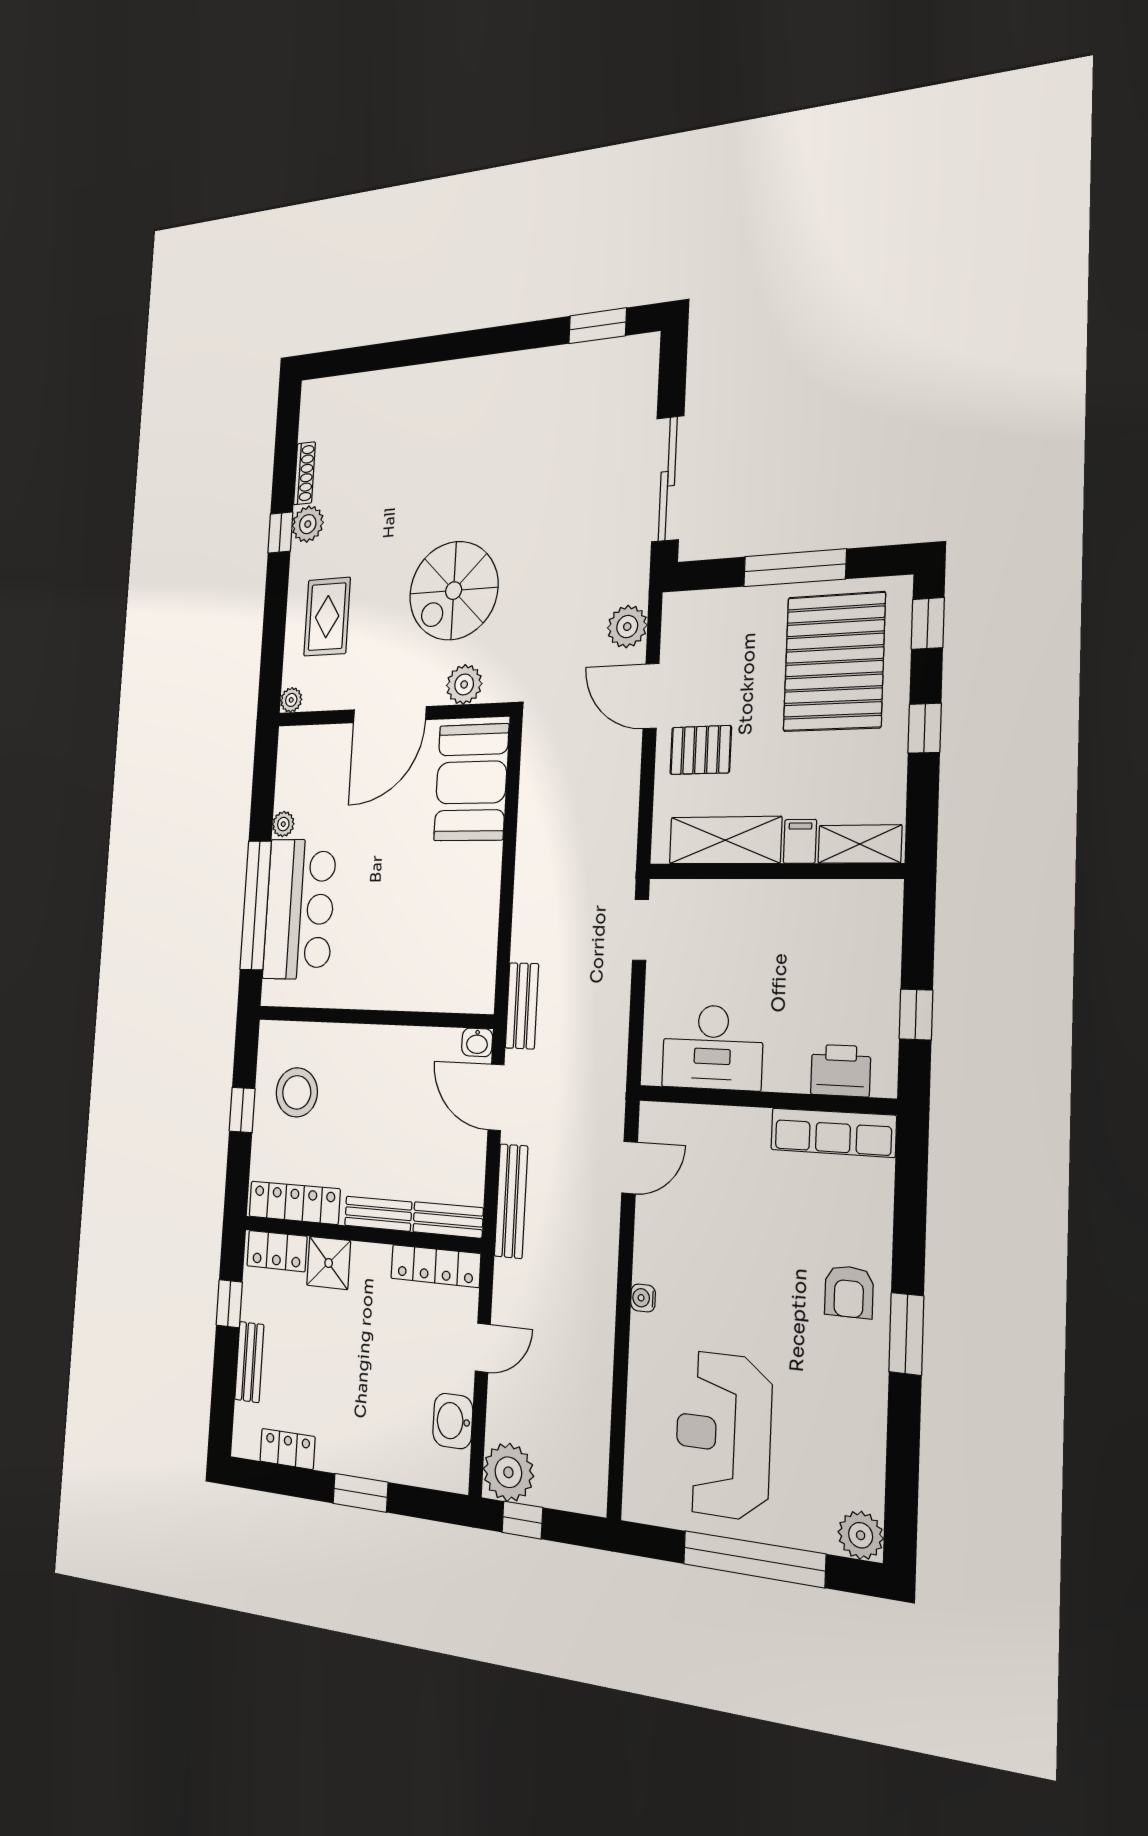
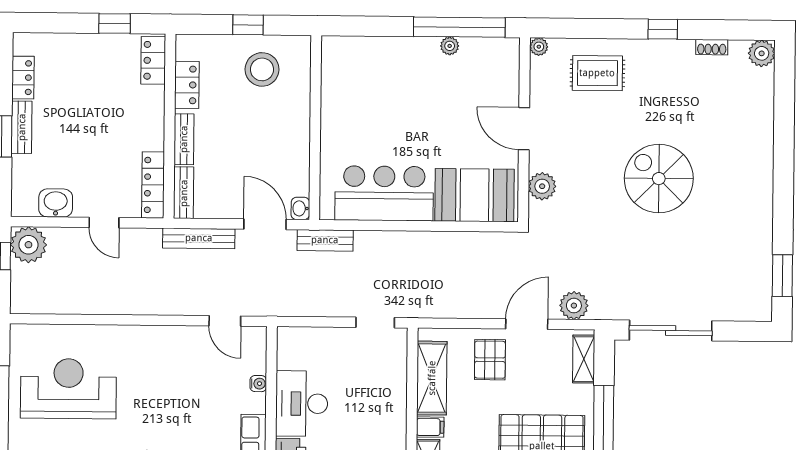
shoe rack: (304, 473) -> (712, 47), width x0.70
plant: (308, 524) -> (762, 53), moved
spiral stairs: (454, 591) -> (659, 179), moved
shelving: (705, 606) -> (584, 359), added
door: (390, 715) -> (524, 129), width x0.73
window: (256, 905) -> (459, 27), moved
bar counter: (299, 909) -> (384, 193), moved, turned 180
desk: (712, 1047) -> (302, 404), moved
door: (496, 1097) -> (265, 224), hinge flipped
locker: (294, 1203) -> (187, 85), width x0.66
shower: (329, 1263) -> (149, 102), removed
water cooler: (643, 1298) -> (258, 384), moved, turned 90
bench: (249, 1362) -> (22, 127), moved, turned 90

